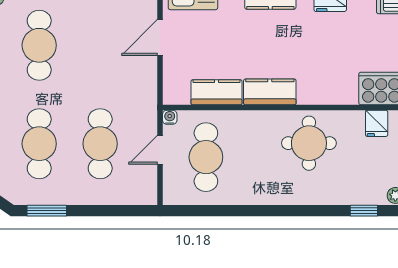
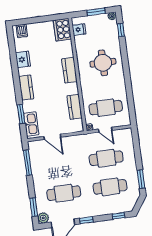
kitchen counter: (270, 92) -> (69, 70), moved
round table: (309, 143) -> (103, 63), moved

